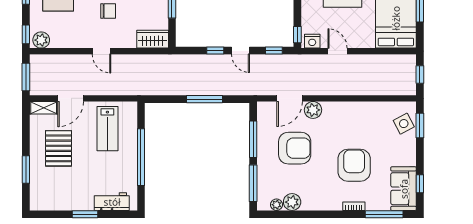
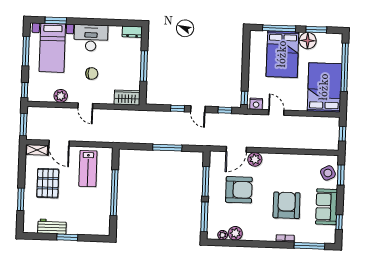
plant: (41, 40) -> (61, 96), moved
door: (71, 98) -> (59, 143), hinge flipped
sofa: (404, 189) -> (327, 207), moved
workbench: (112, 202) -> (52, 227), moved

